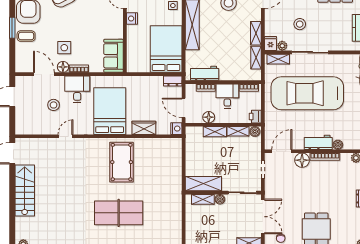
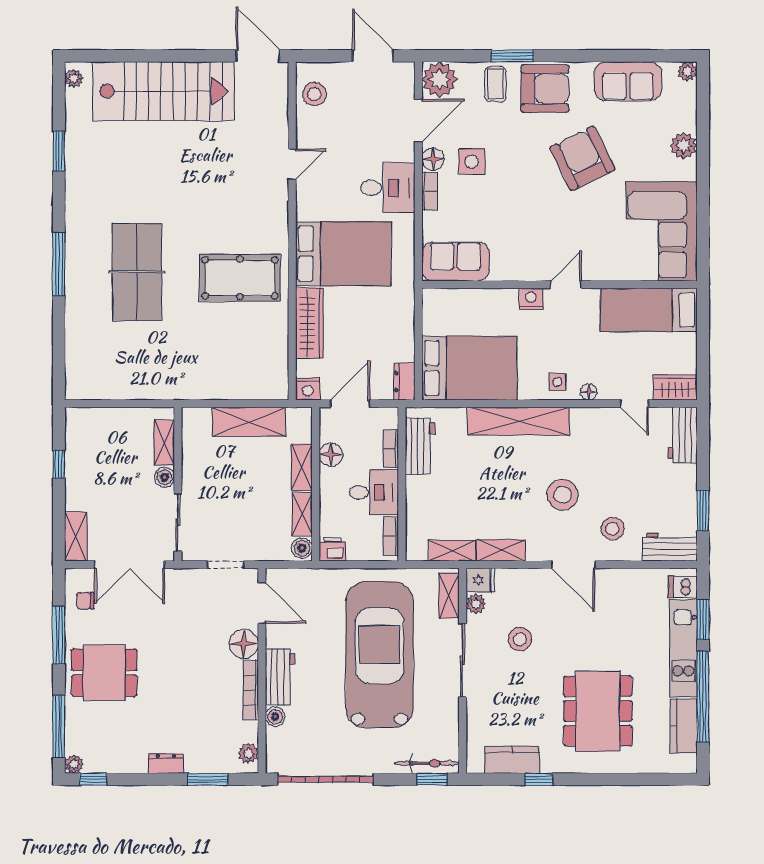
plant: (24, 64) -> (440, 80), added
stool: (54, 105) -> (314, 94), moved
wardrobe: (144, 128) -> (309, 323), width x1.50
door: (66, 136) -> (292, 164), hinge flipped
shelving: (203, 184) -> (249, 422), moved, turned 90
stairs: (25, 190) -> (163, 91), width x1.36, depth x1.51

